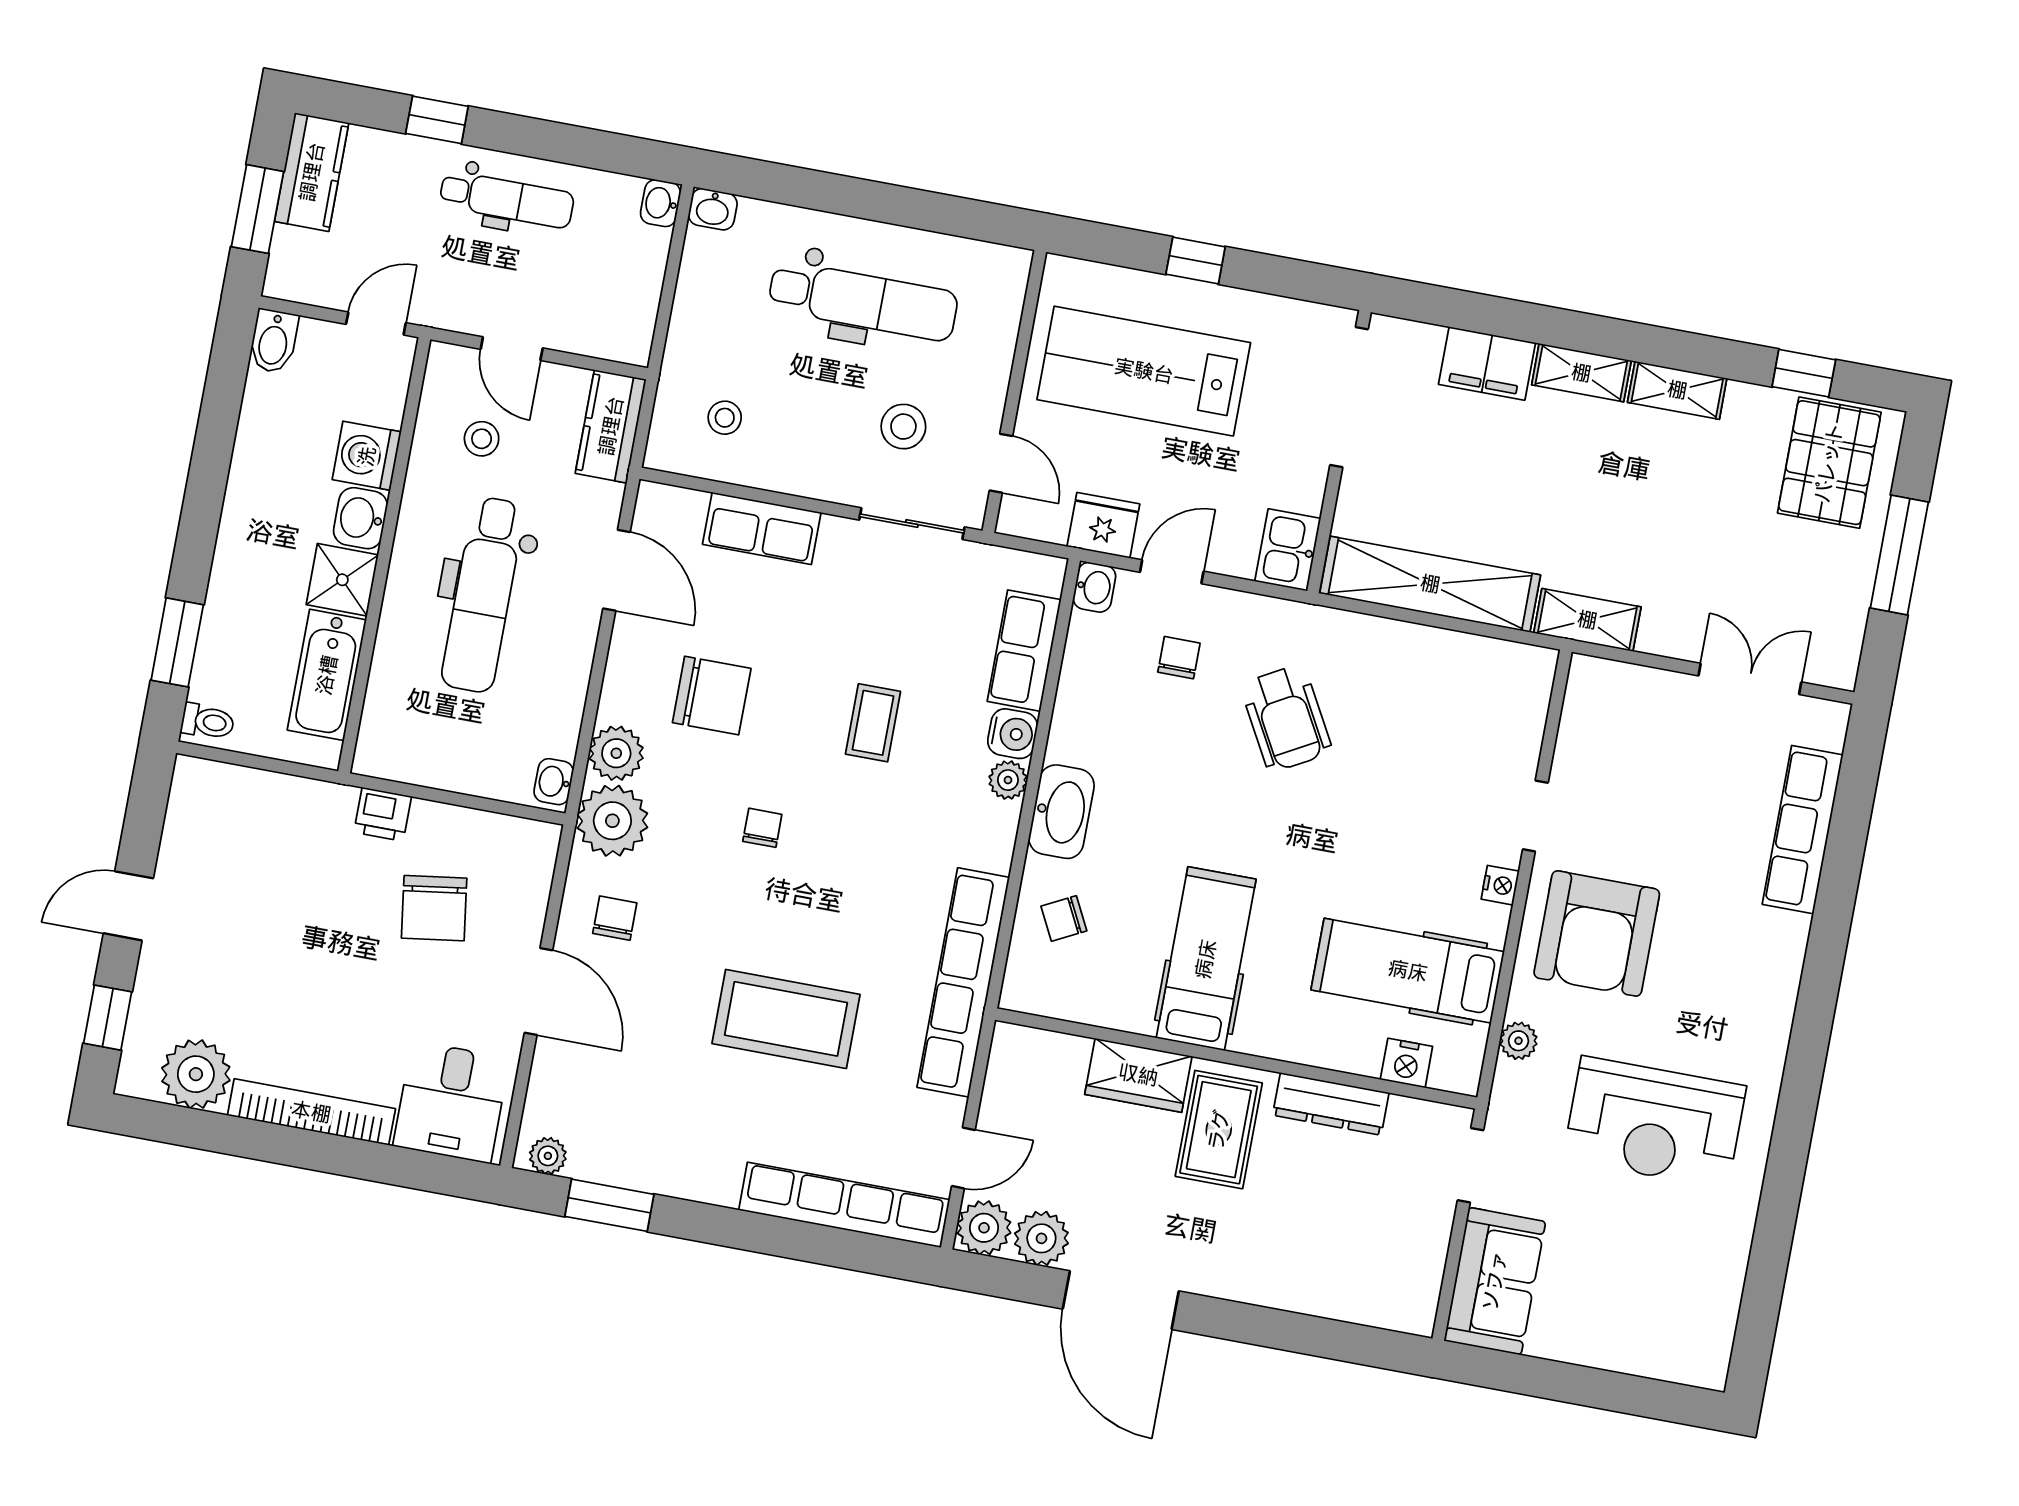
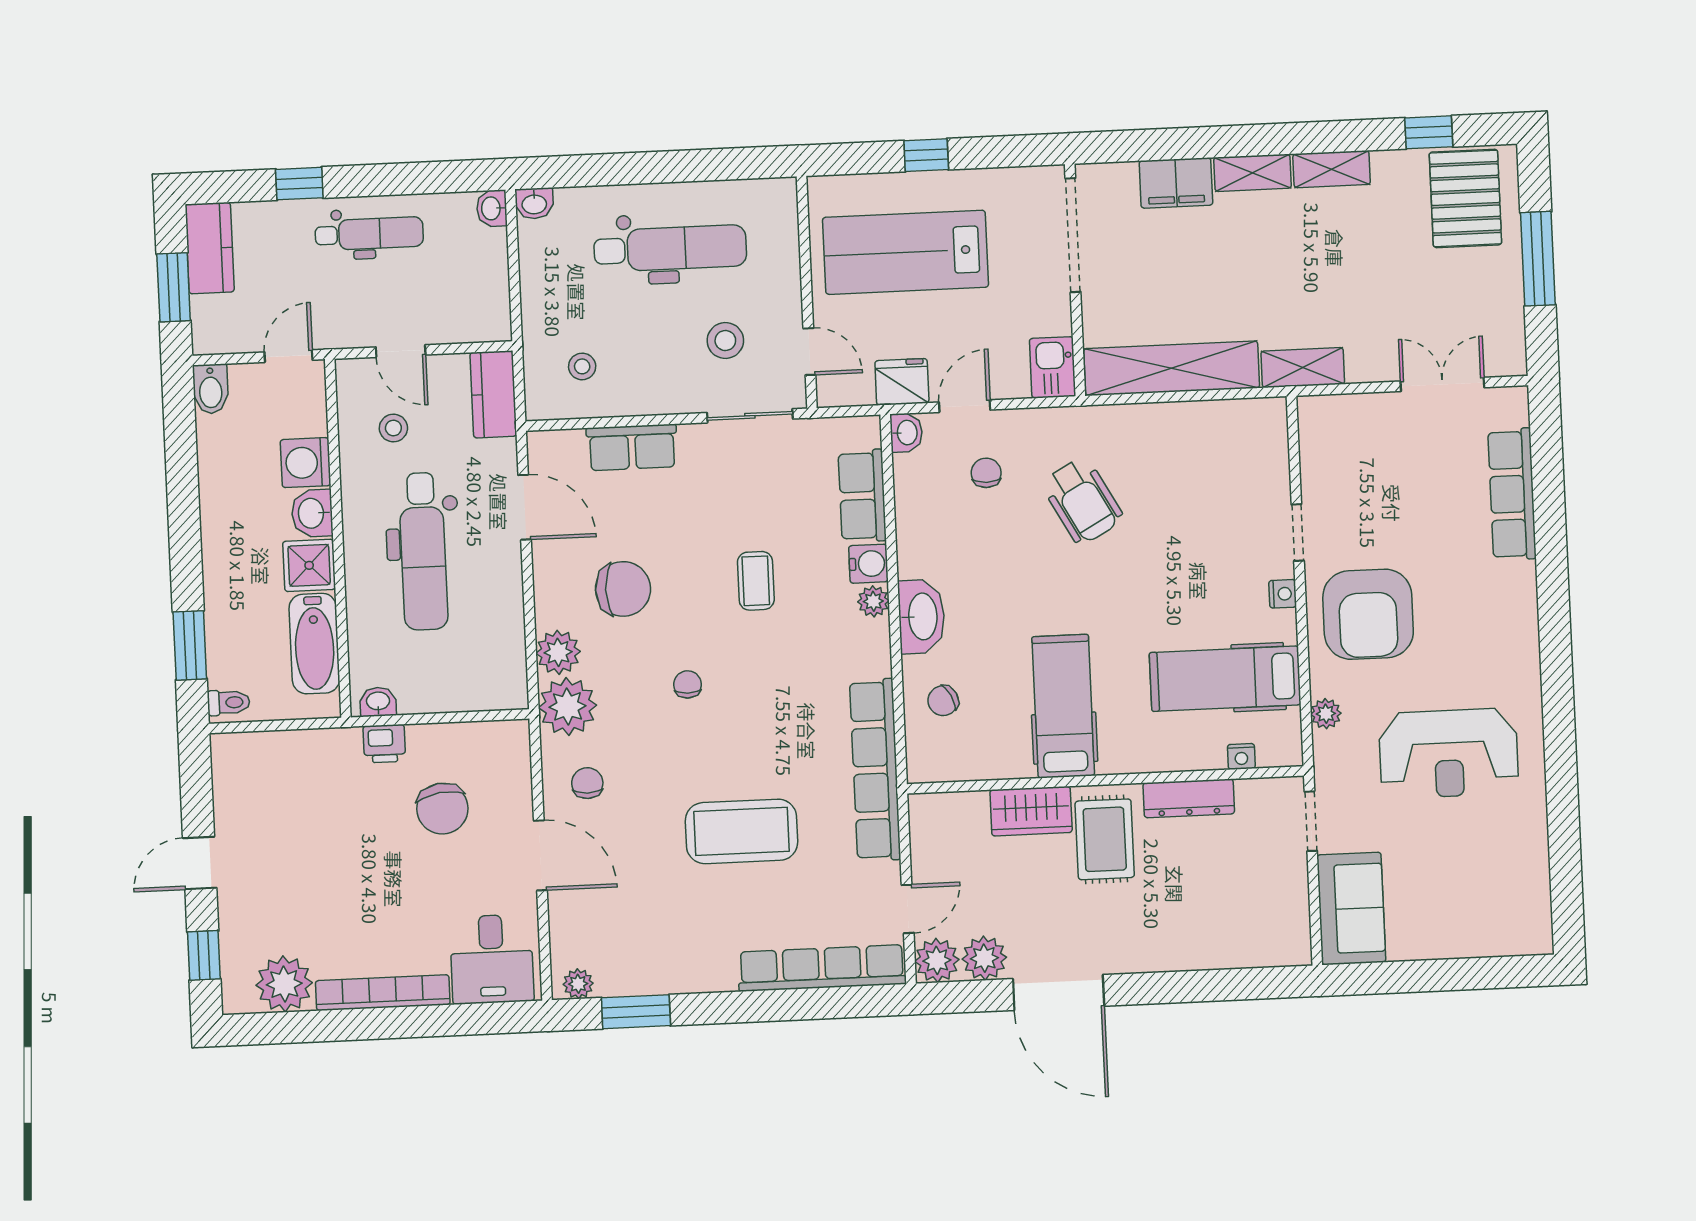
washbasin: (554, 782) -> (378, 702), moved, turned 90
nightstand: (1406, 1063) -> (1241, 756), width x0.72, depth x0.74

